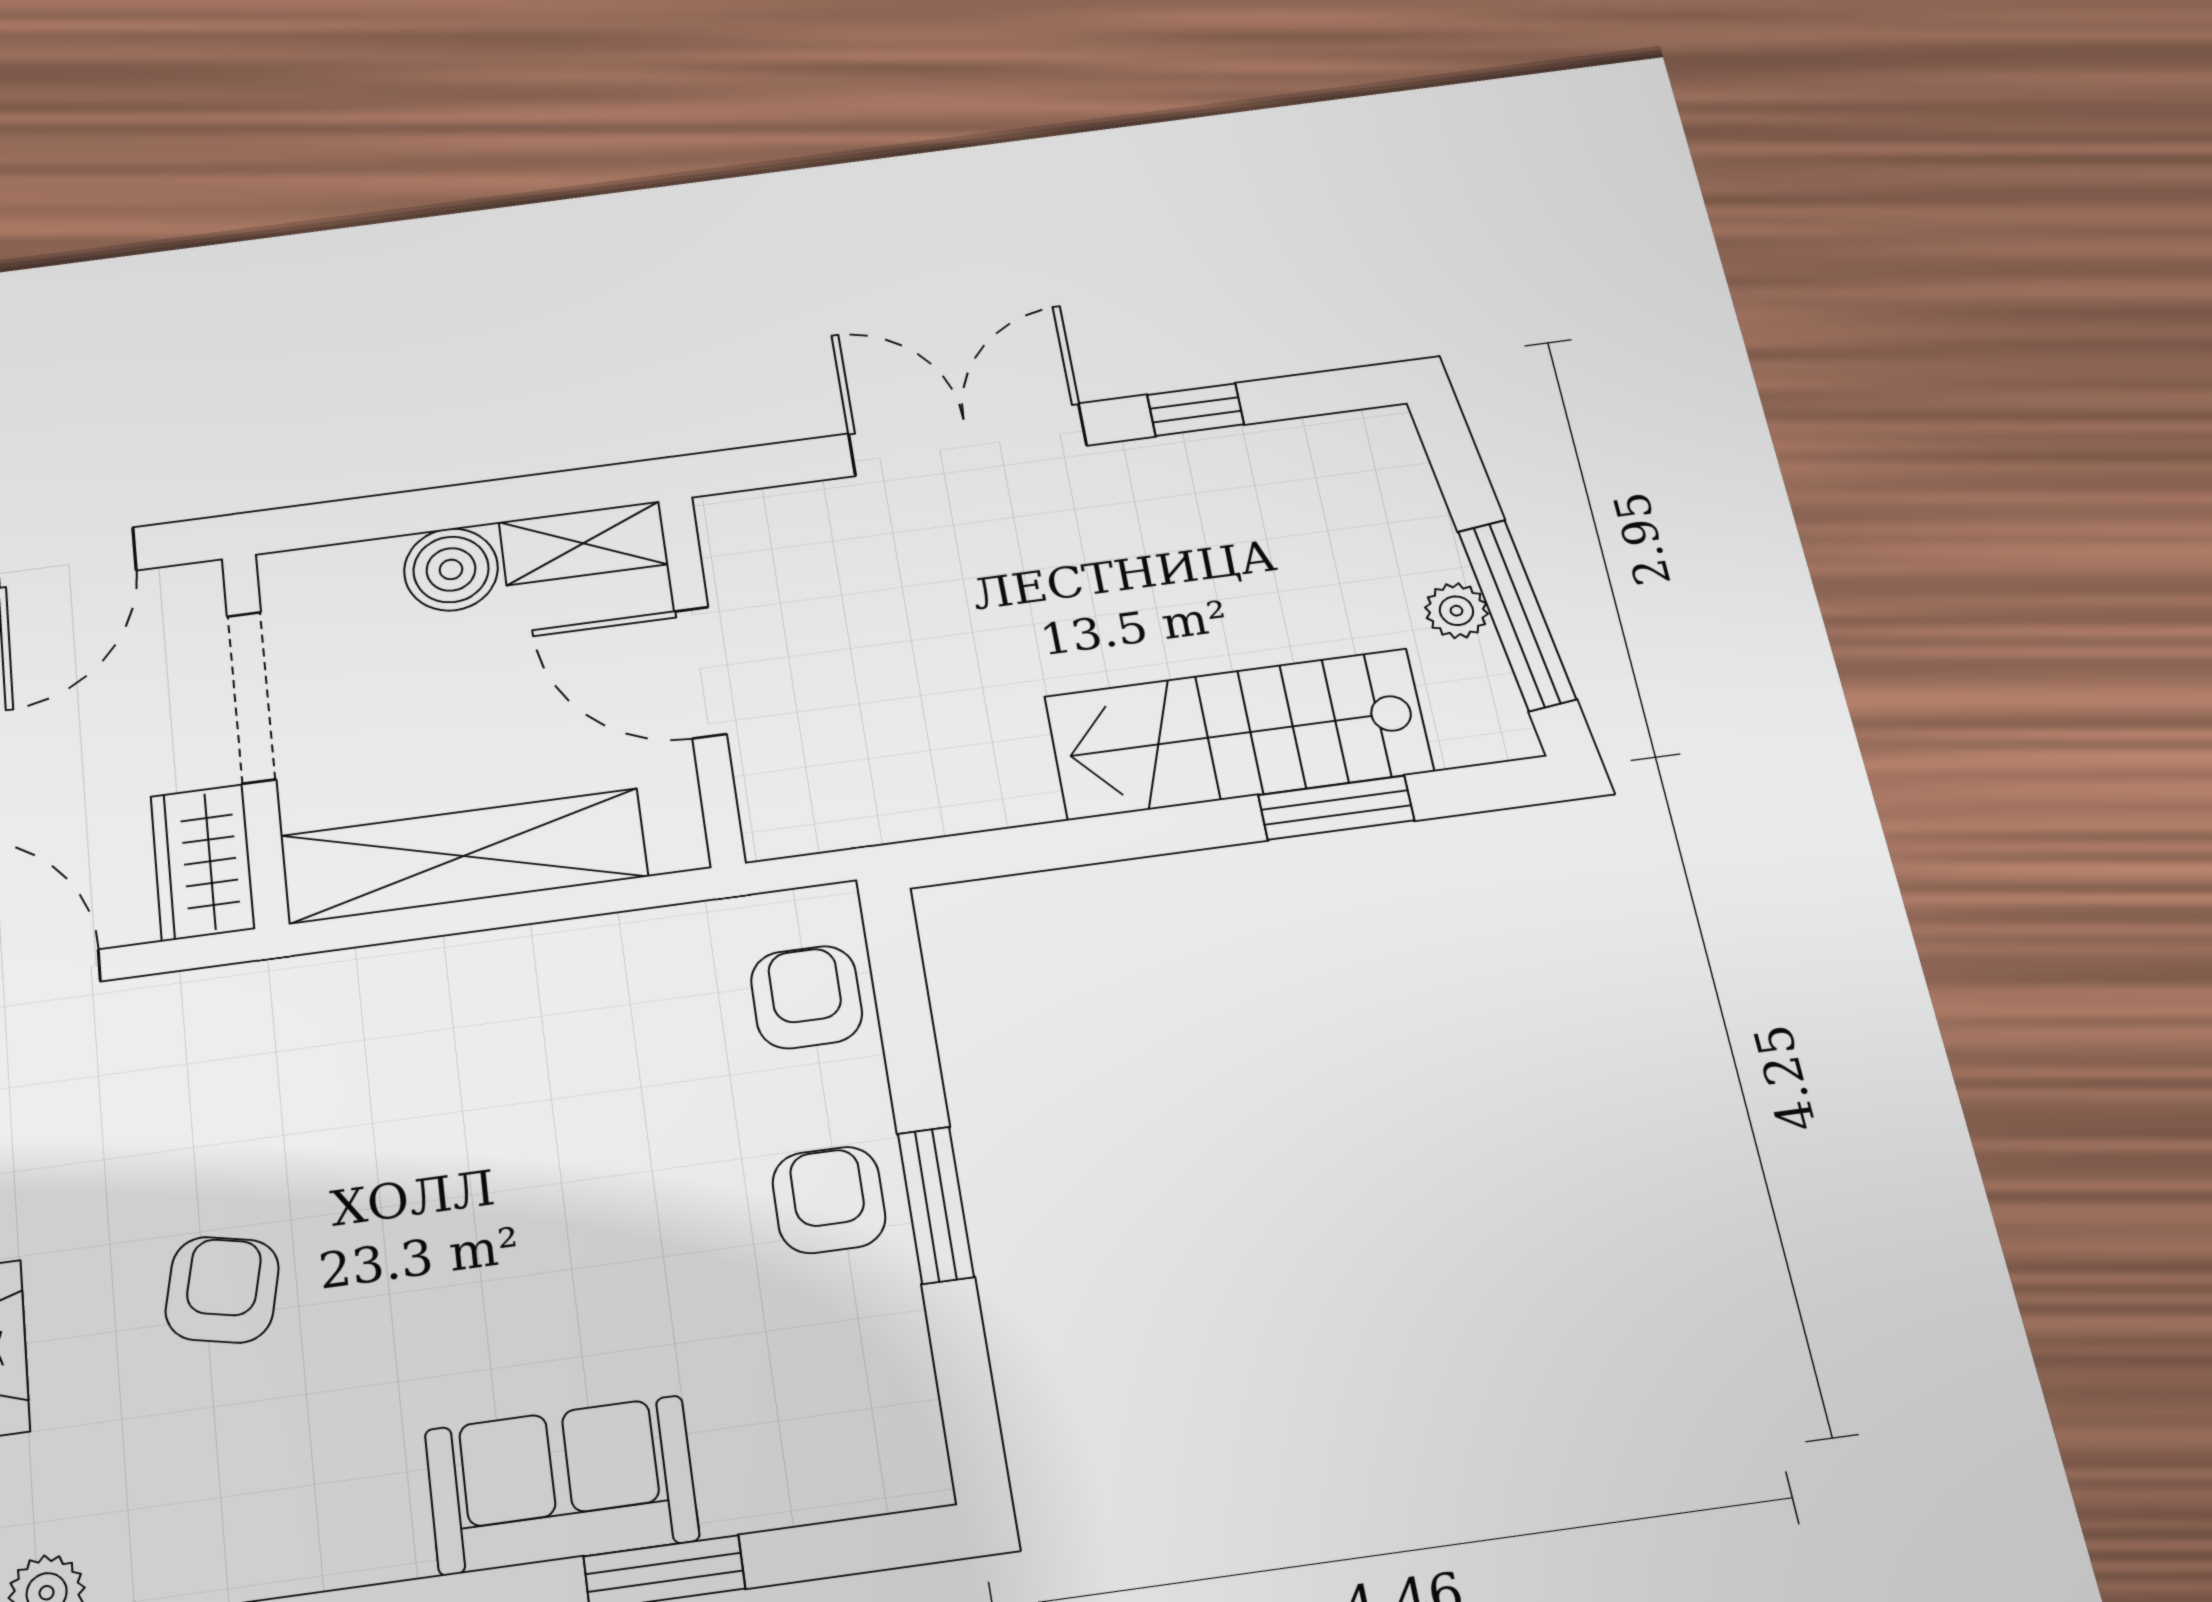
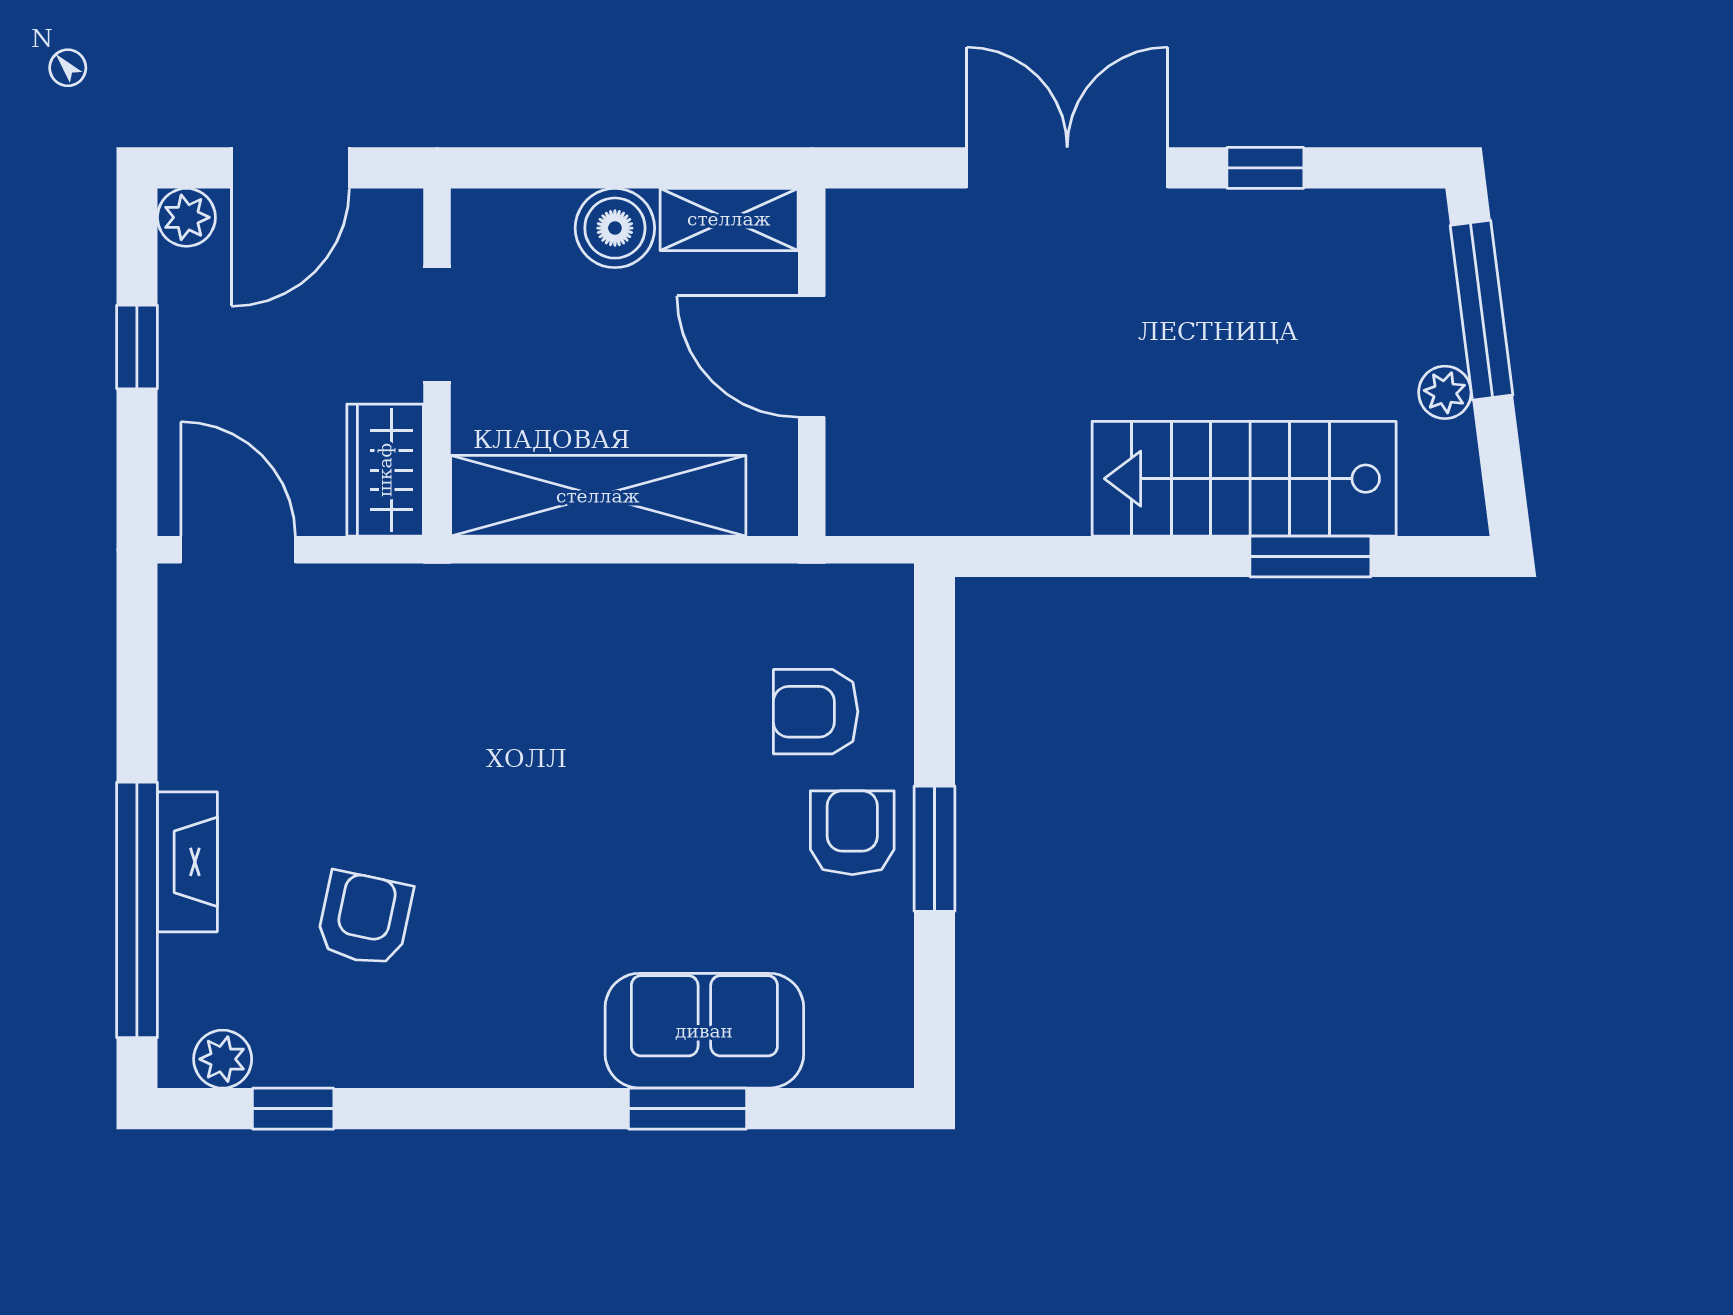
window: (1517, 615) -> (1482, 310), moved
doorway: (251, 697) -> (437, 324), width x0.73
armchair: (806, 997) -> (816, 712), moved, turned -90
armchair: (222, 1290) -> (365, 919), moved
sofa: (561, 1485) -> (704, 1031), moved

